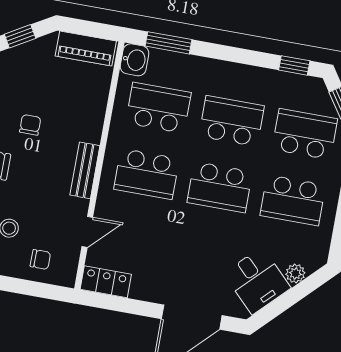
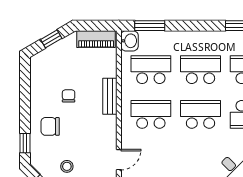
bench: (85, 170) -> (110, 96), moved
school desk: (147, 174) -> (151, 114), turned 180
school desk: (220, 187) -> (201, 114), turned 180

